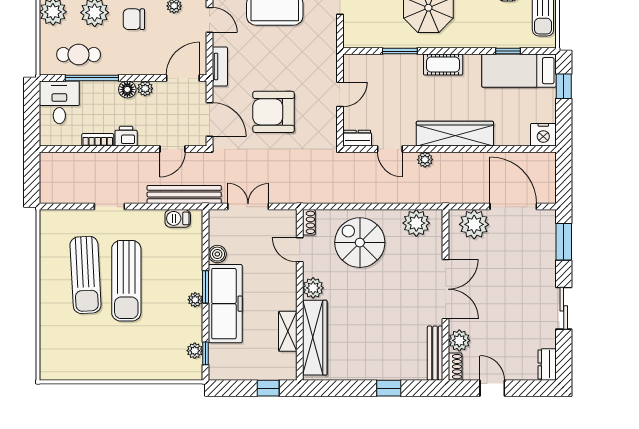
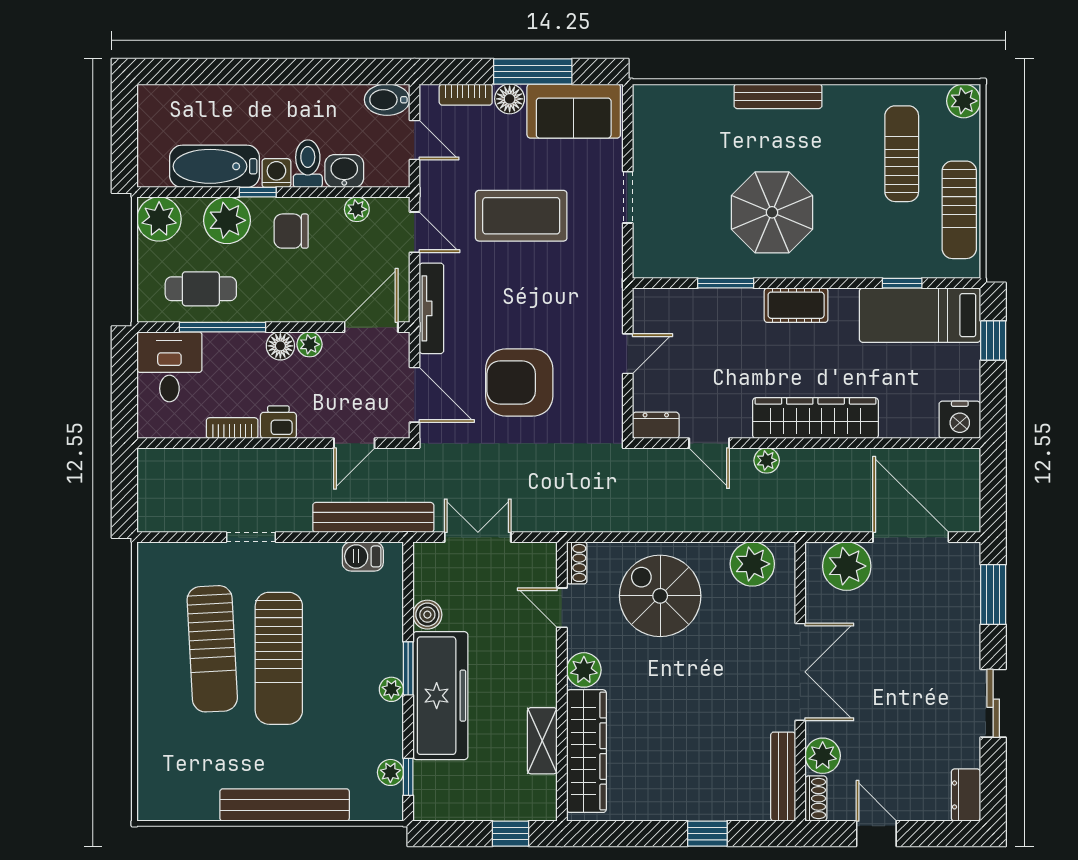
tv unit: (220, 67) -> (431, 308), width x1.41
bench: (130, 371) -> (285, 805), added

